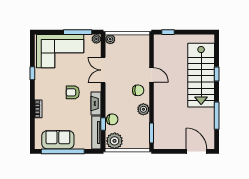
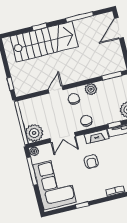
plant: (110, 39) -> (34, 133), width x1.88, depth x1.88
chair: (112, 119) -> (86, 121), moved

